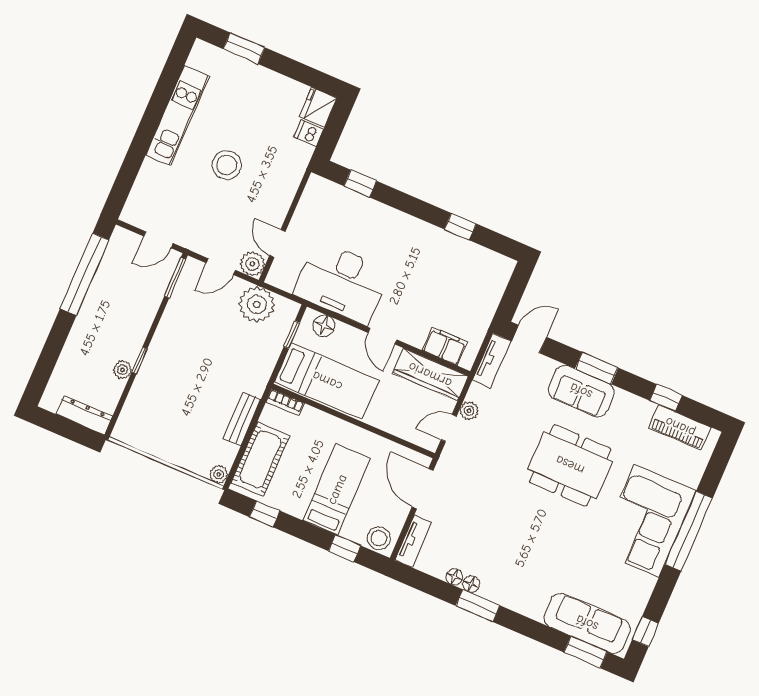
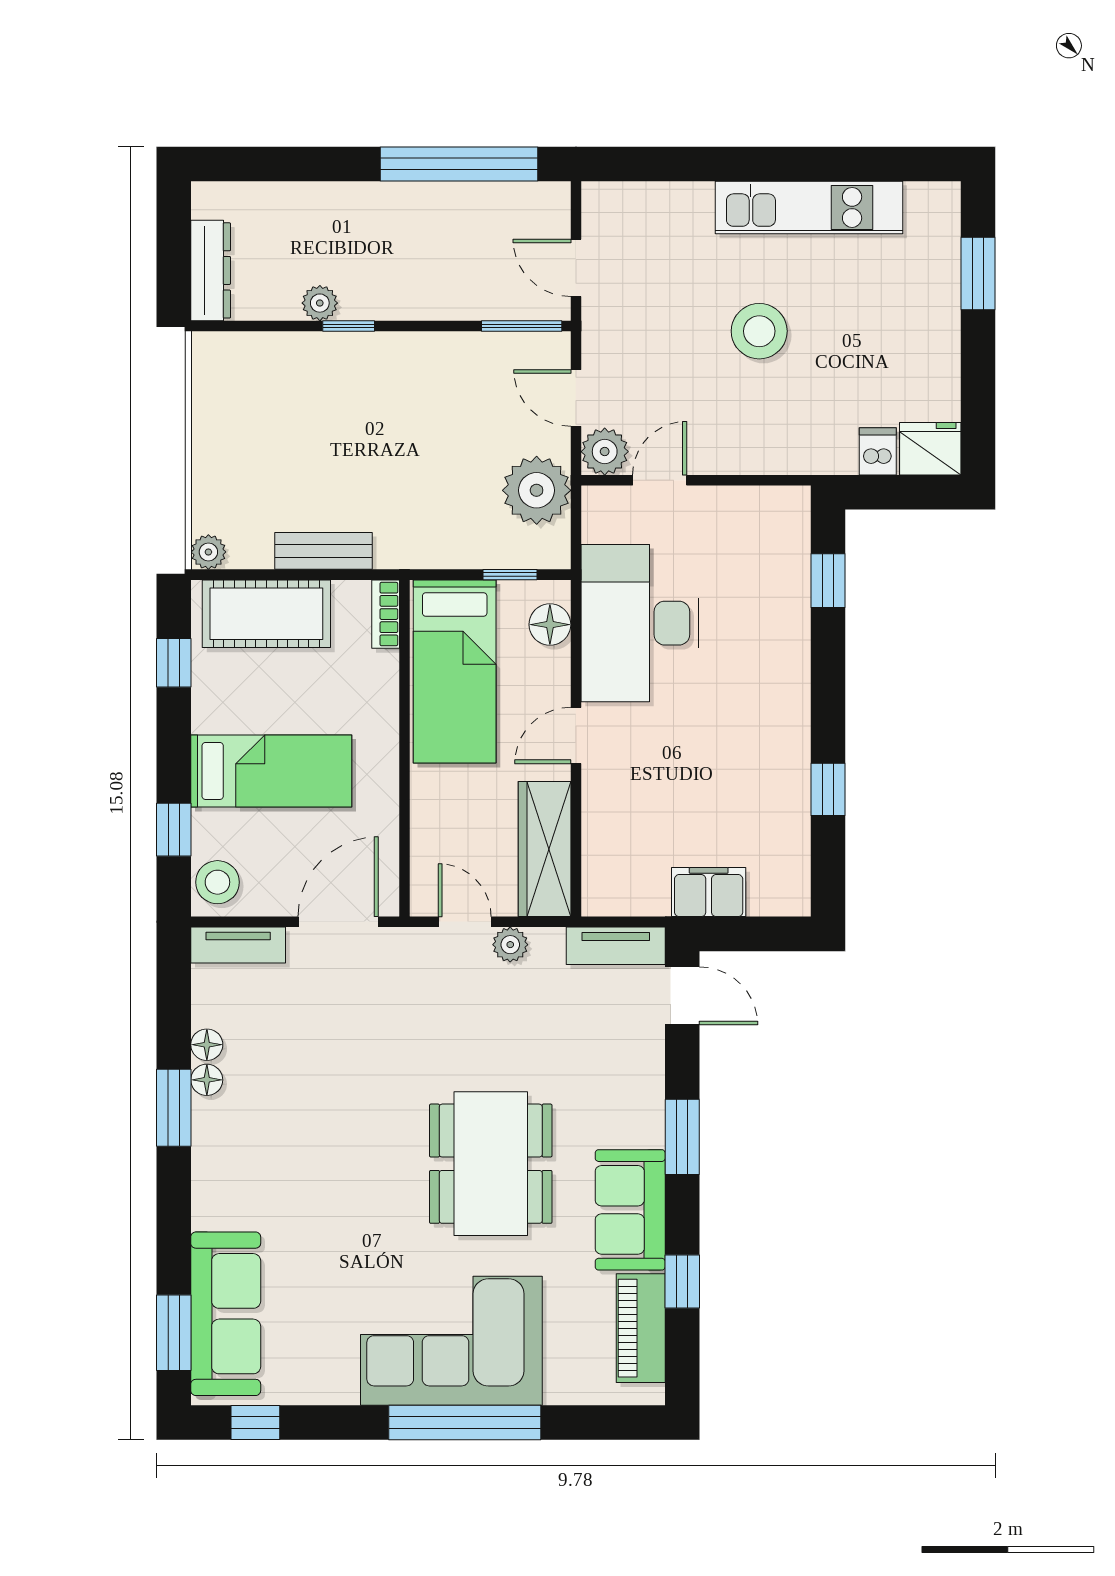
filing cabinet: (445, 346) -> (709, 892), moved, turned -90
sofa: (581, 391) -> (630, 1210), moved

